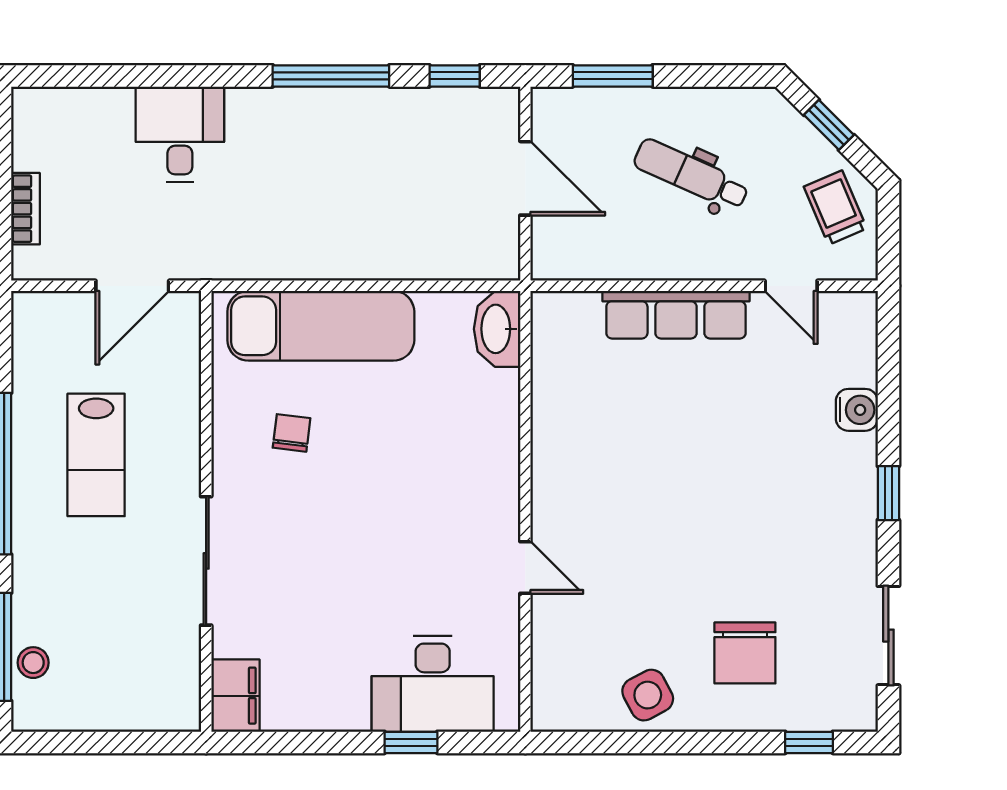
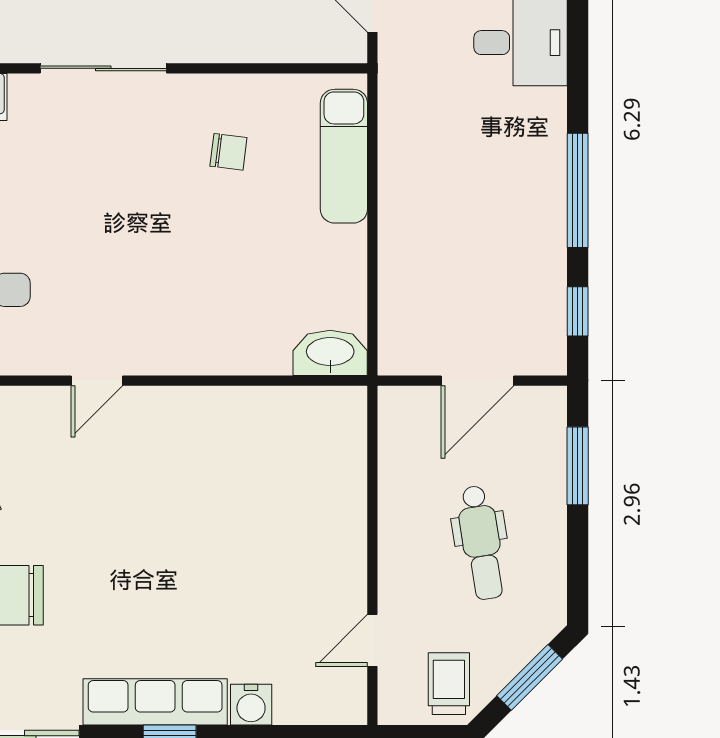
window: (829, 125) -> (530, 677), width x1.50
dental chair: (691, 175) -> (481, 543), turned 147
trolley: (835, 208) -> (449, 684), turned -67
row of seats: (676, 315) -> (155, 702), moved, turned 90
exam couch: (321, 326) -> (344, 156), width x0.73, depth x0.69

